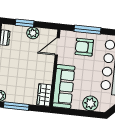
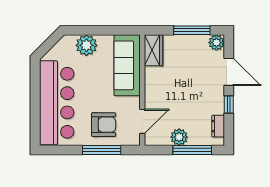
window: (25, 23) -> (192, 150), width x1.44

